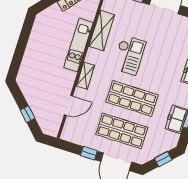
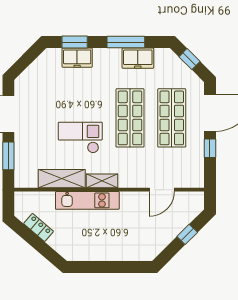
shelving: (85, 76) -> (102, 181), moved
door: (68, 105) -> (162, 190), swing flipped

